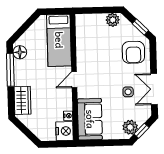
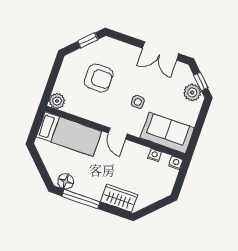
plant: (113, 20) -> (57, 101), moved
armchair: (133, 52) -> (99, 78), moved
side table: (128, 92) -> (138, 102), moved
nightstand: (65, 131) -> (176, 163), width x0.53, depth x0.56

